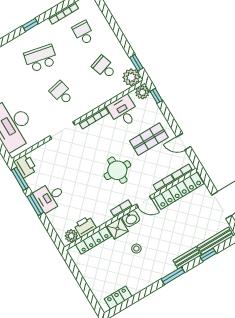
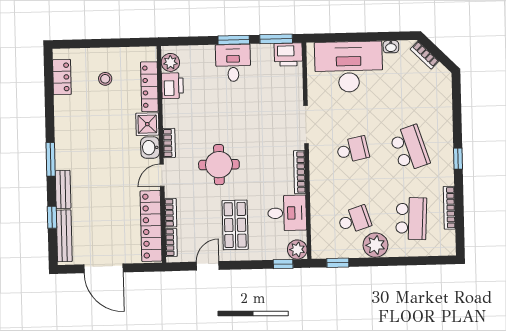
school desk: (83, 33) -> (411, 218), width x1.85
school desk: (41, 58) -> (410, 148), turned -30
plant: (131, 77) -> (375, 245), moved
stool: (136, 249) -> (105, 79), moved

